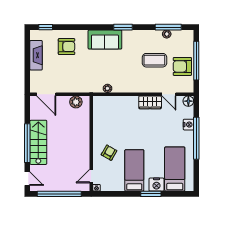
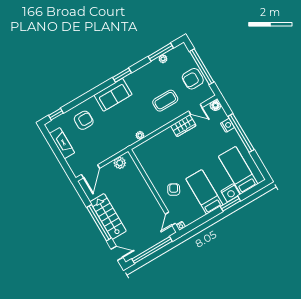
coffee table: (154, 60) -> (165, 101), moved
door: (46, 94) -> (91, 171), hinge flipped

